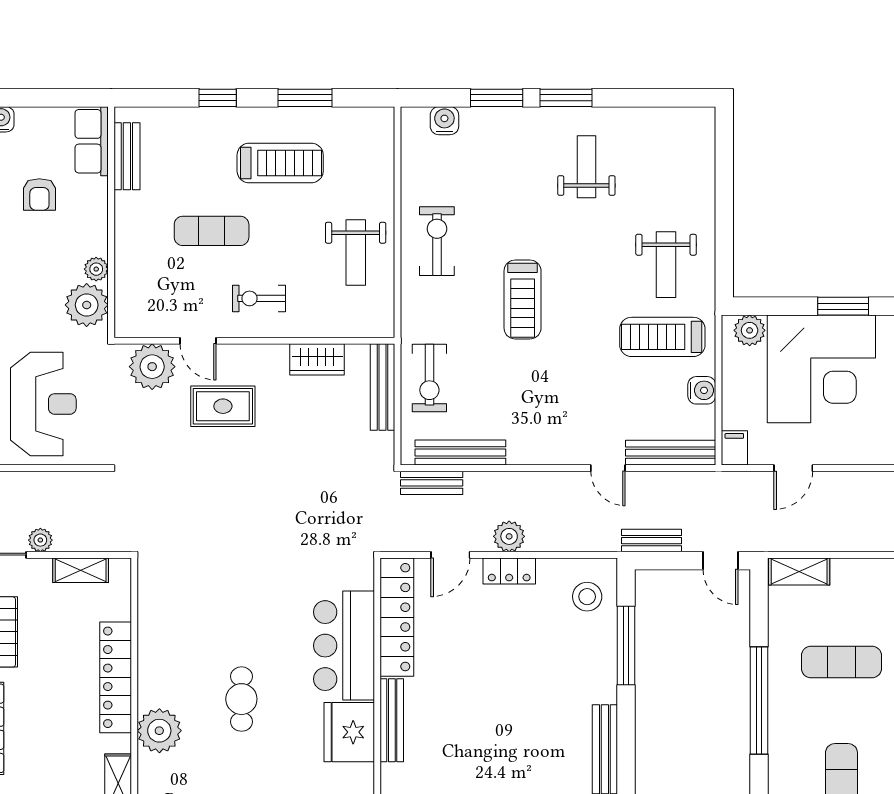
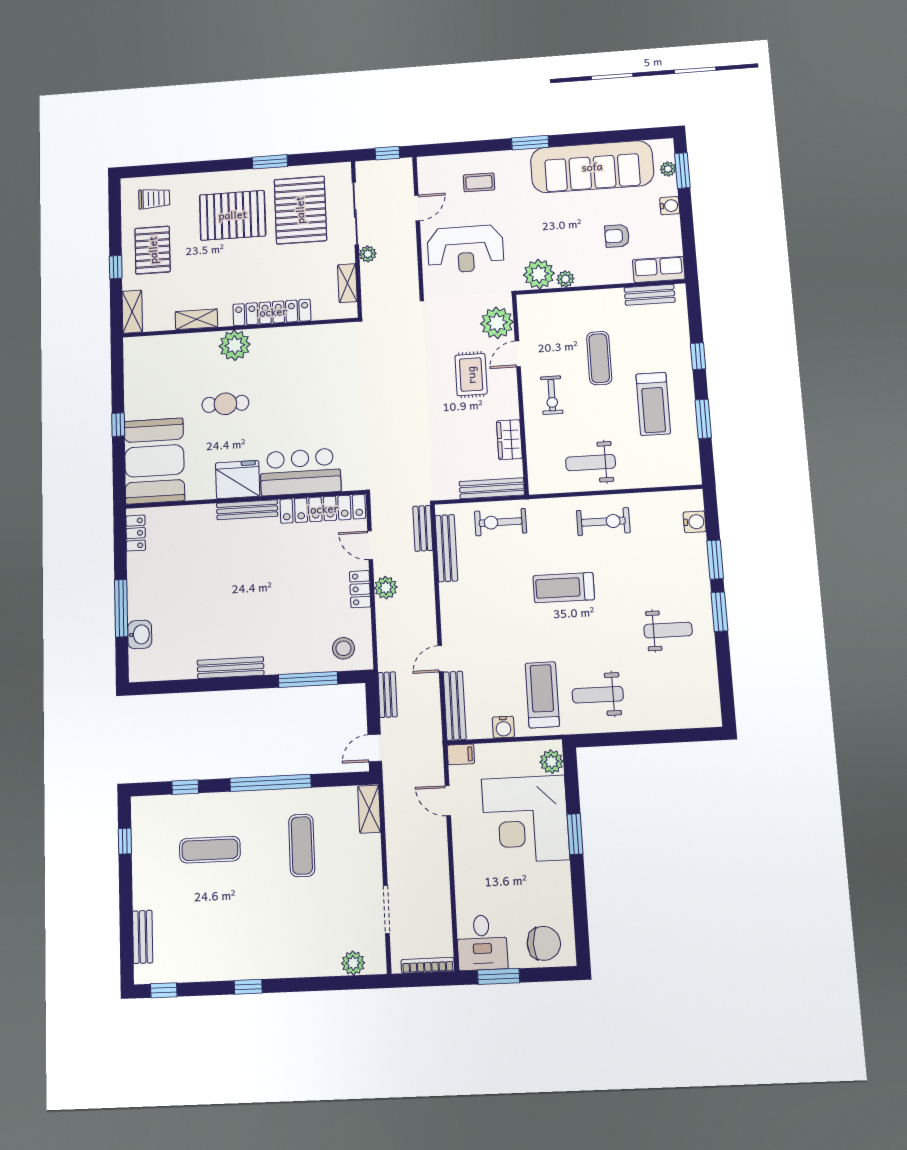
exercise bike: (259, 298) -> (552, 395), turned 180
cafe table: (241, 699) -> (225, 404), moved

